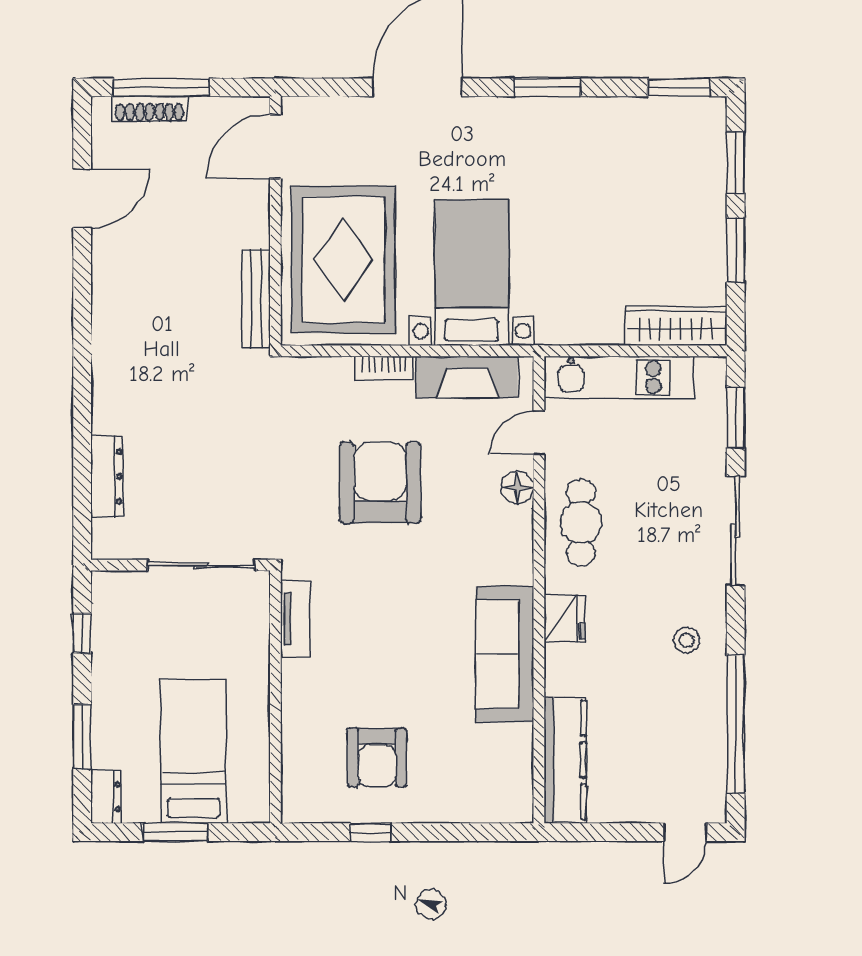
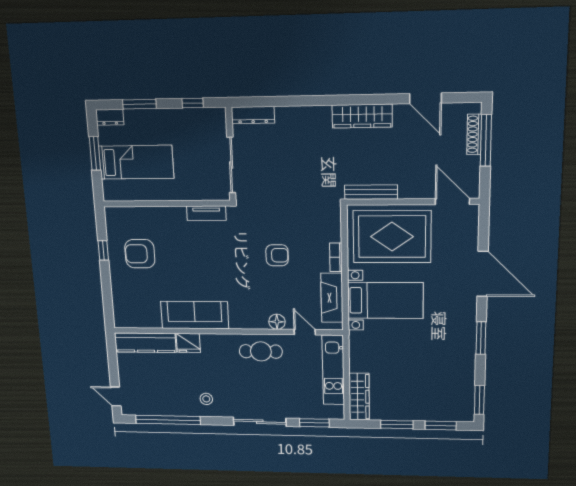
wardrobe: (112, 314) -> (362, 116), added
dresser: (107, 476) -> (253, 115), moved
armchair: (380, 483) -> (277, 255), width x0.53, depth x0.53
fridge: (565, 619) -> (188, 343), moved

